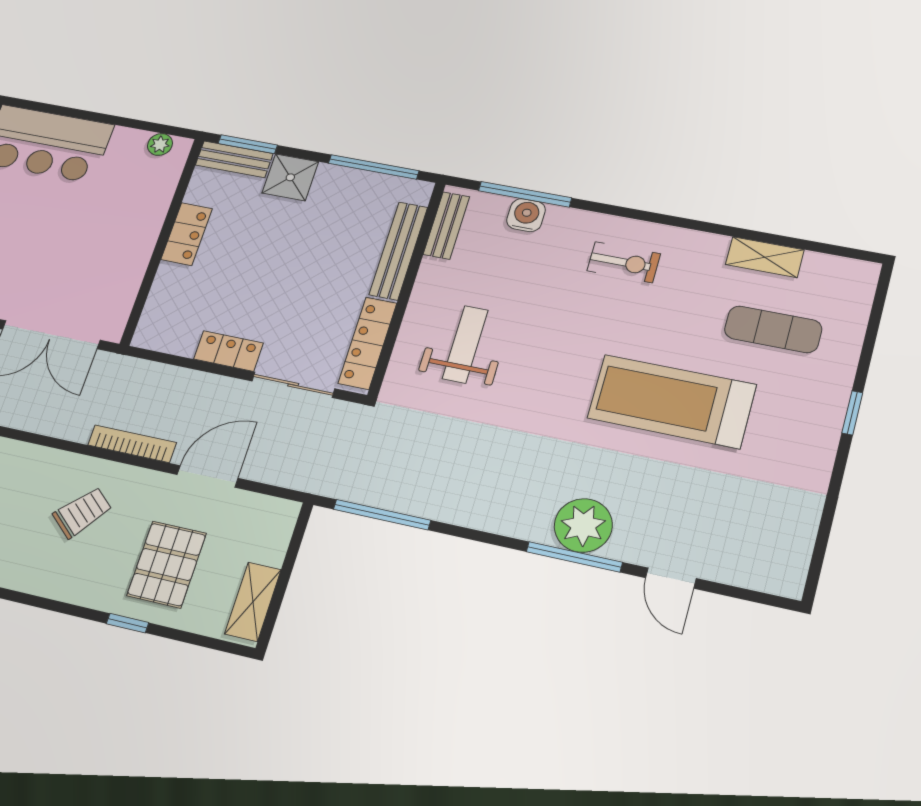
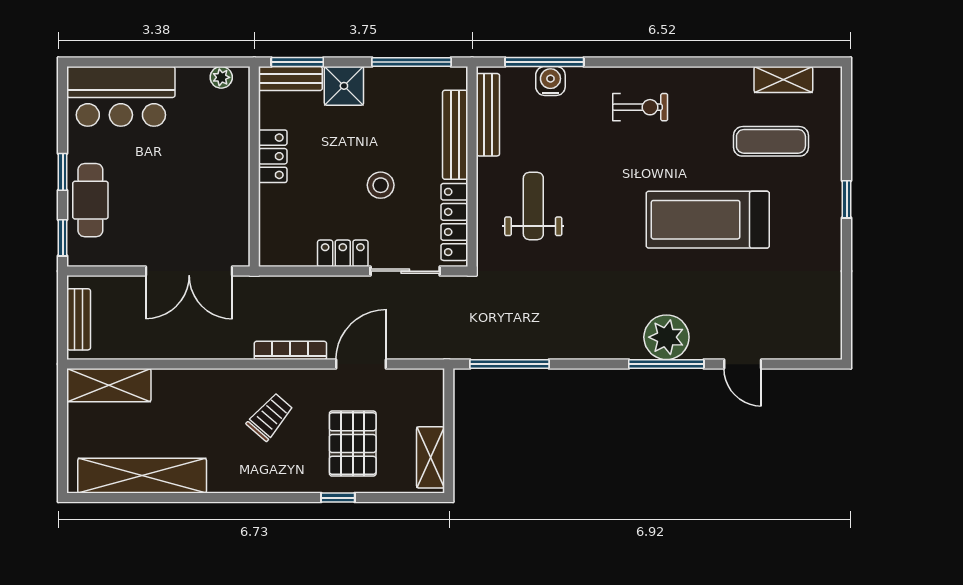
bench: (446, 225) -> (488, 115), width x1.36
shelving: (765, 257) -> (783, 80), moved
stool: (296, 287) -> (381, 185), added

